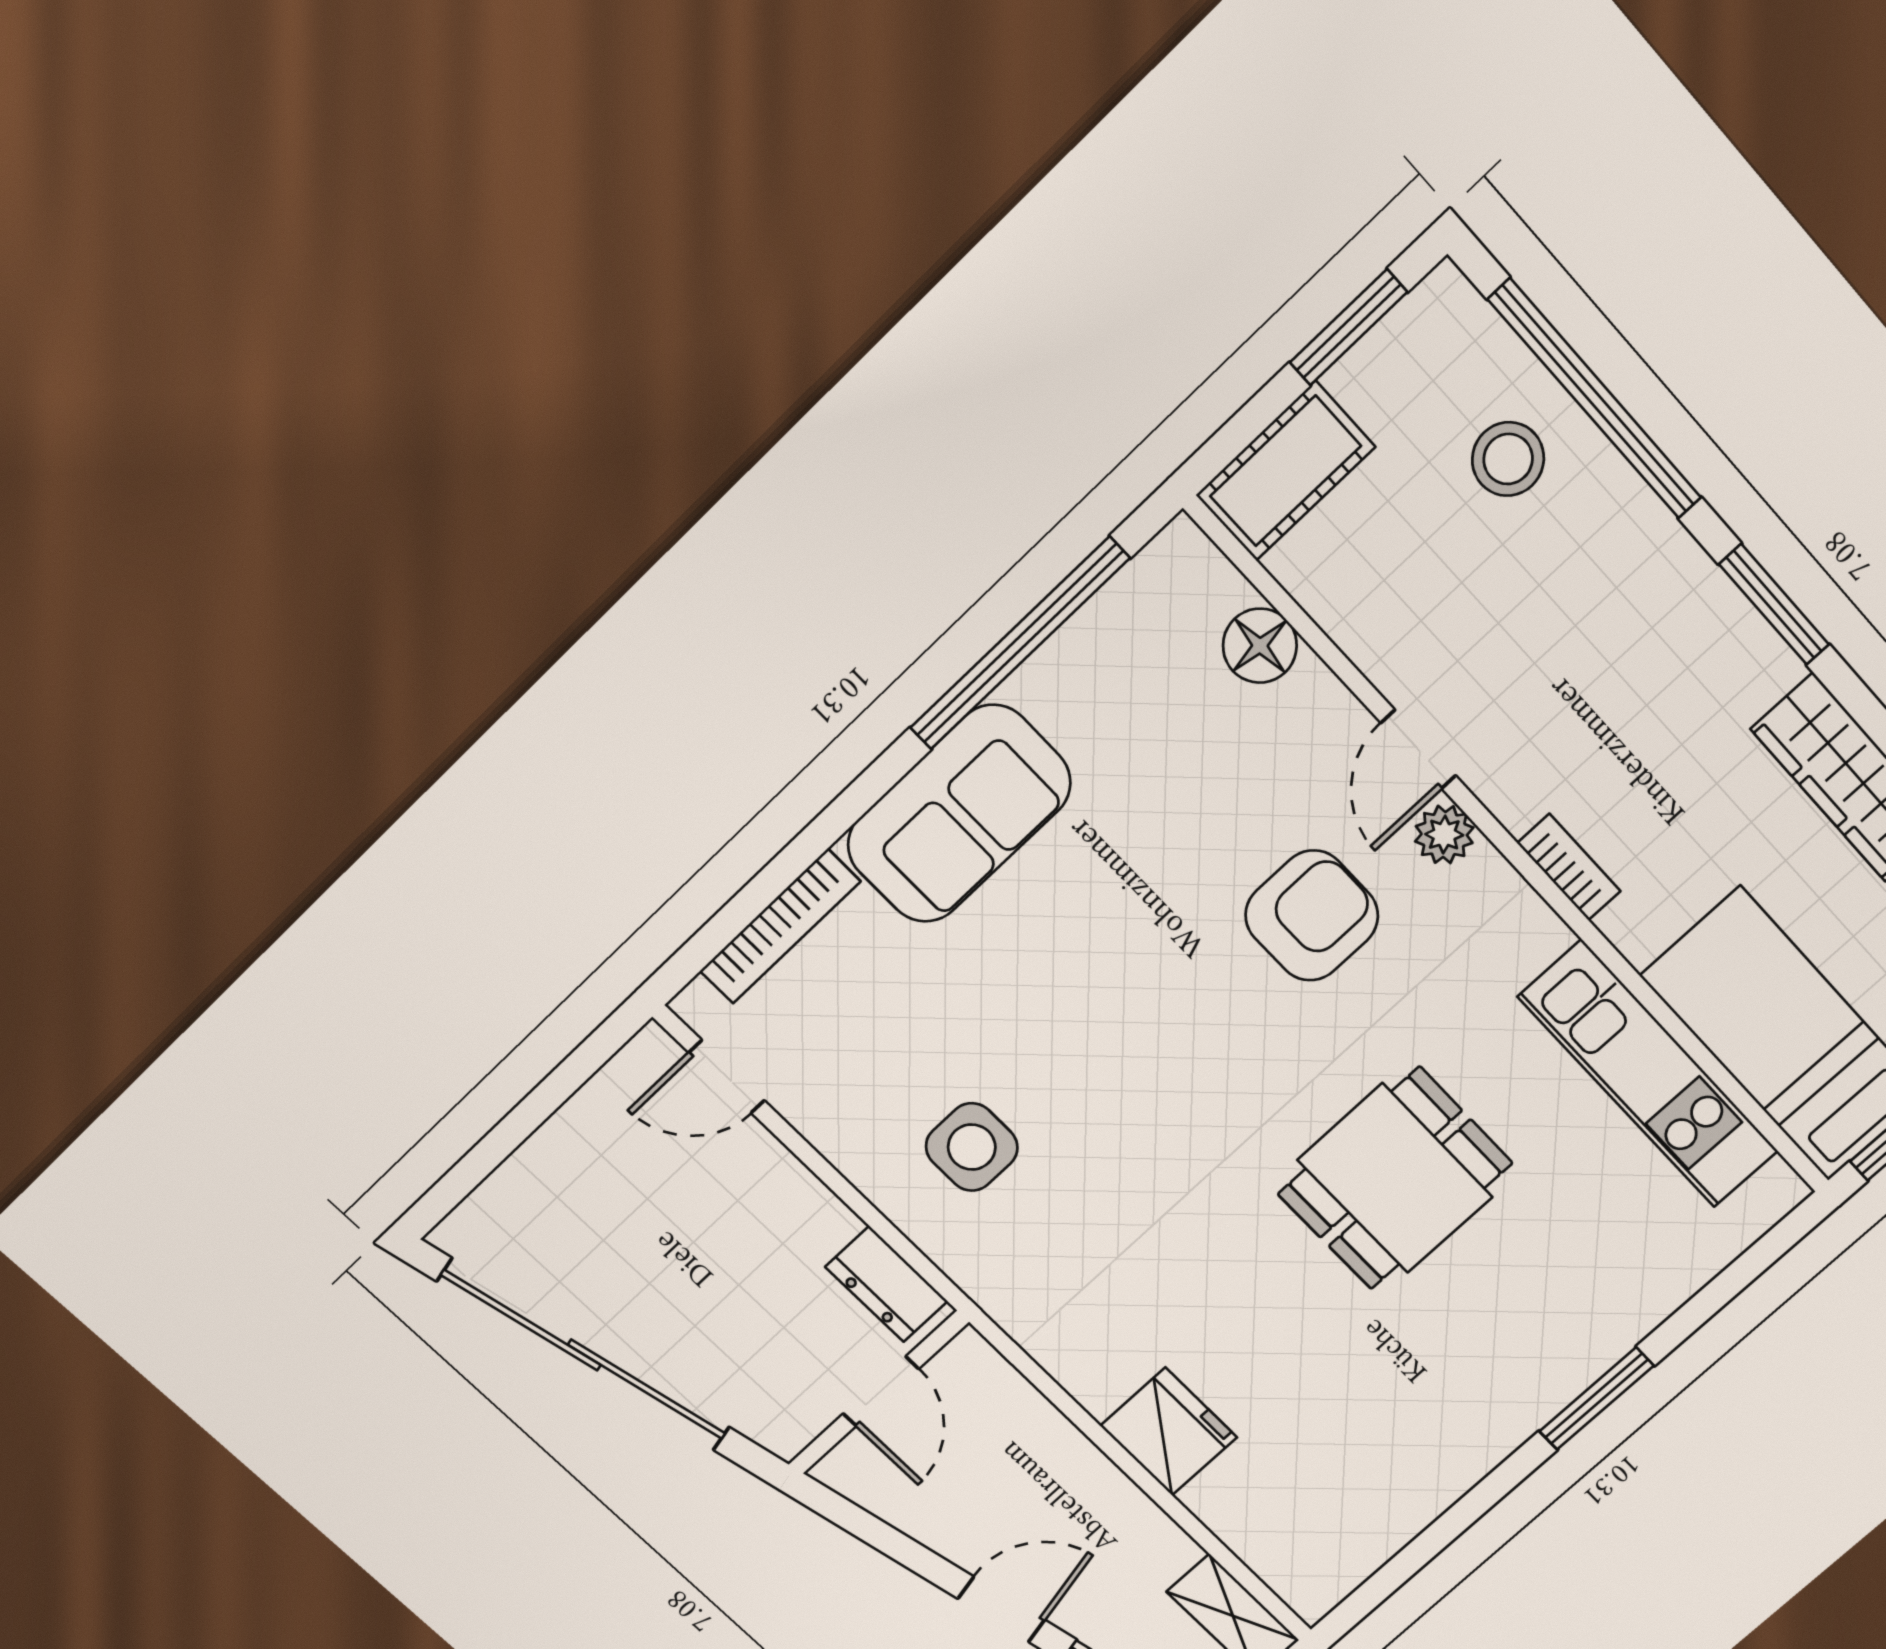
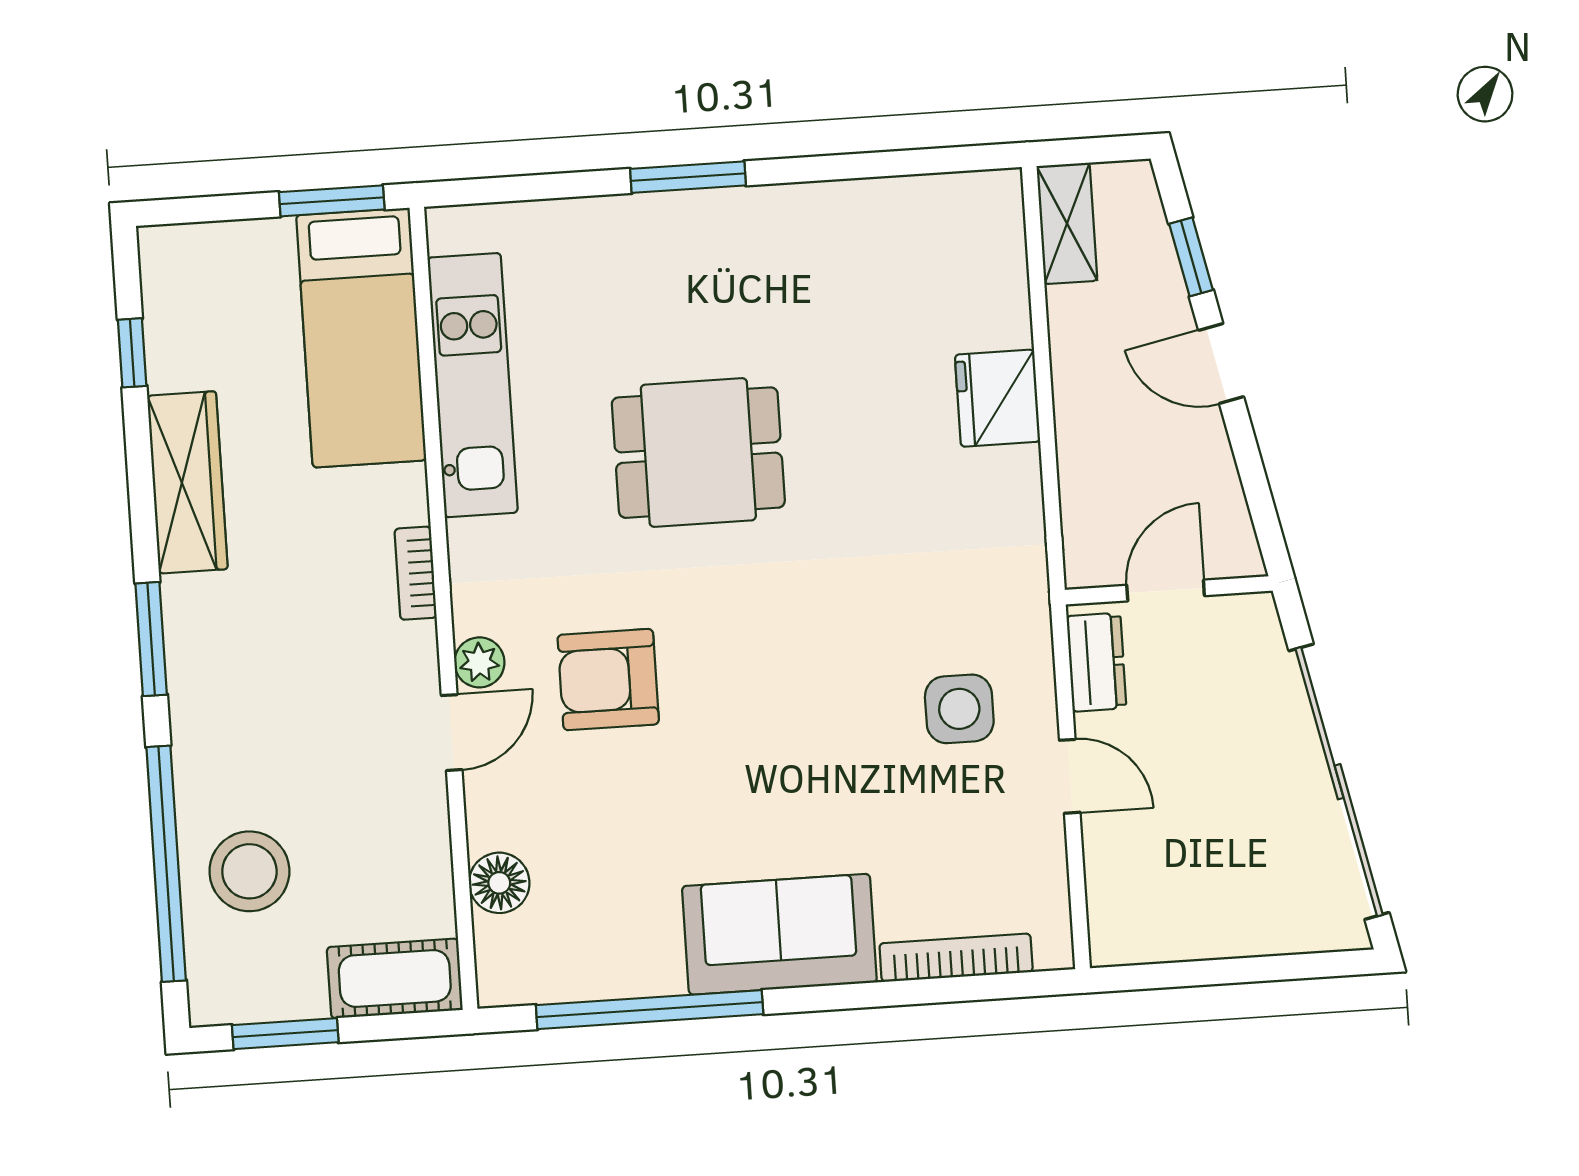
stool: (1508, 459) -> (249, 871), width x1.38, depth x1.38
door: (727, 1077) -> (1070, 776), moved

